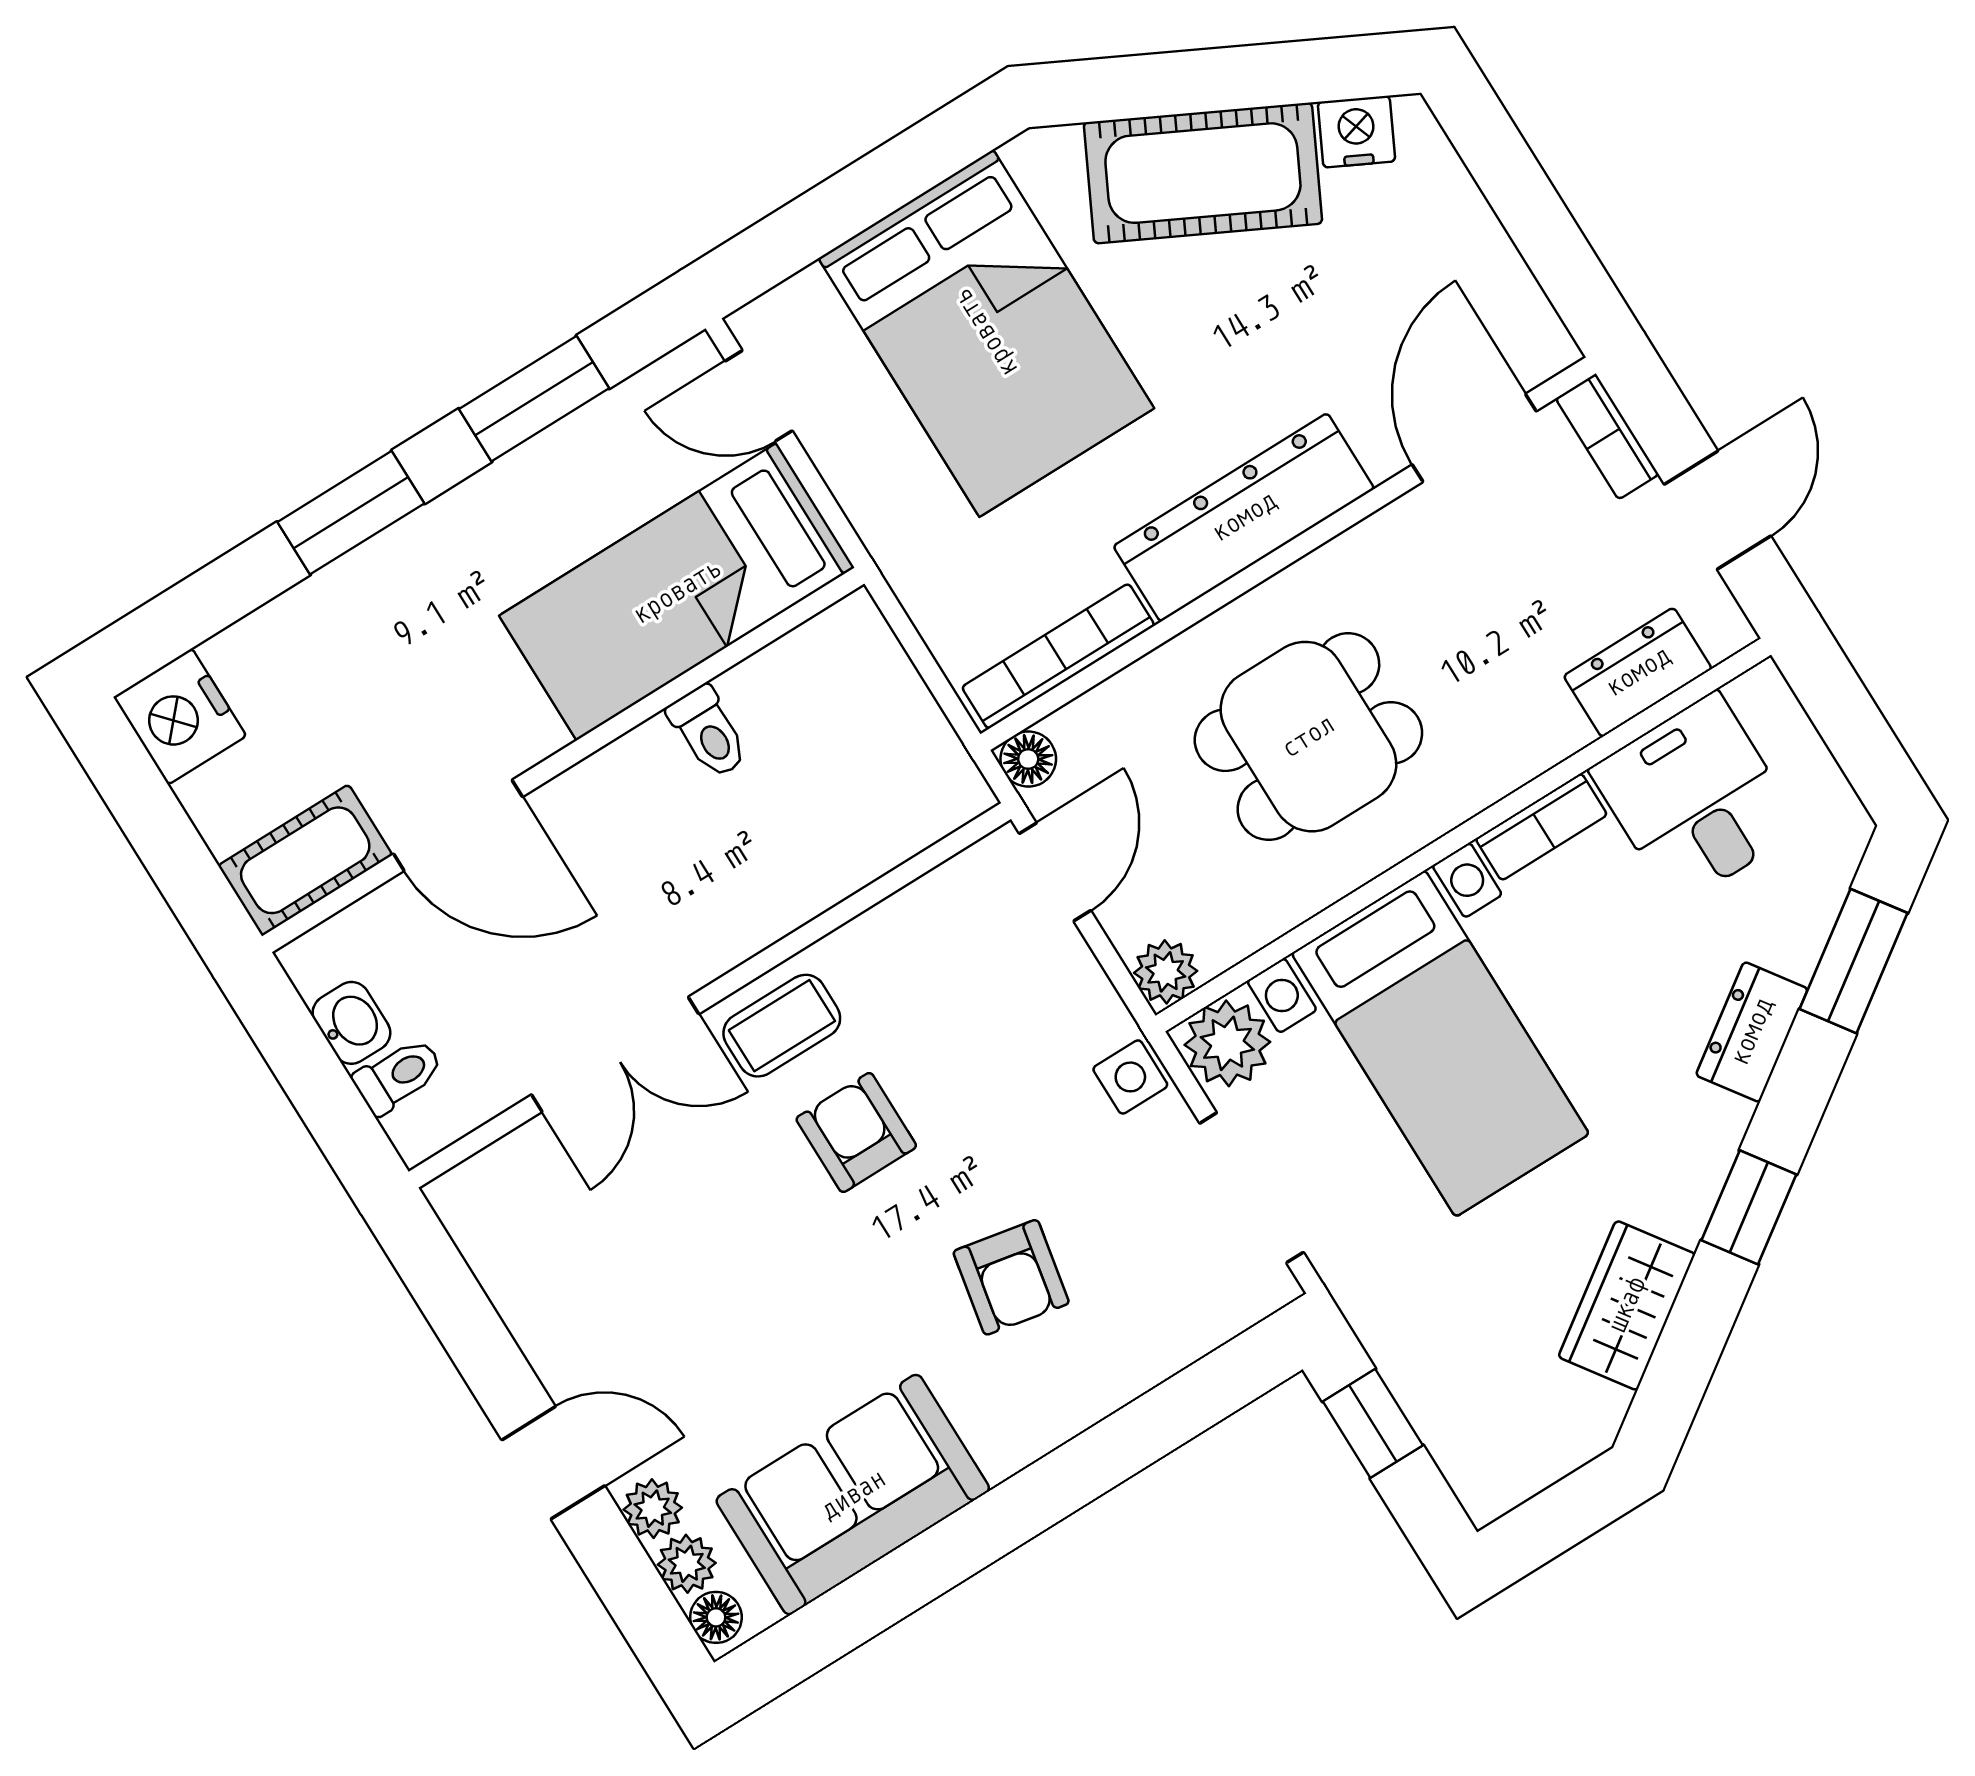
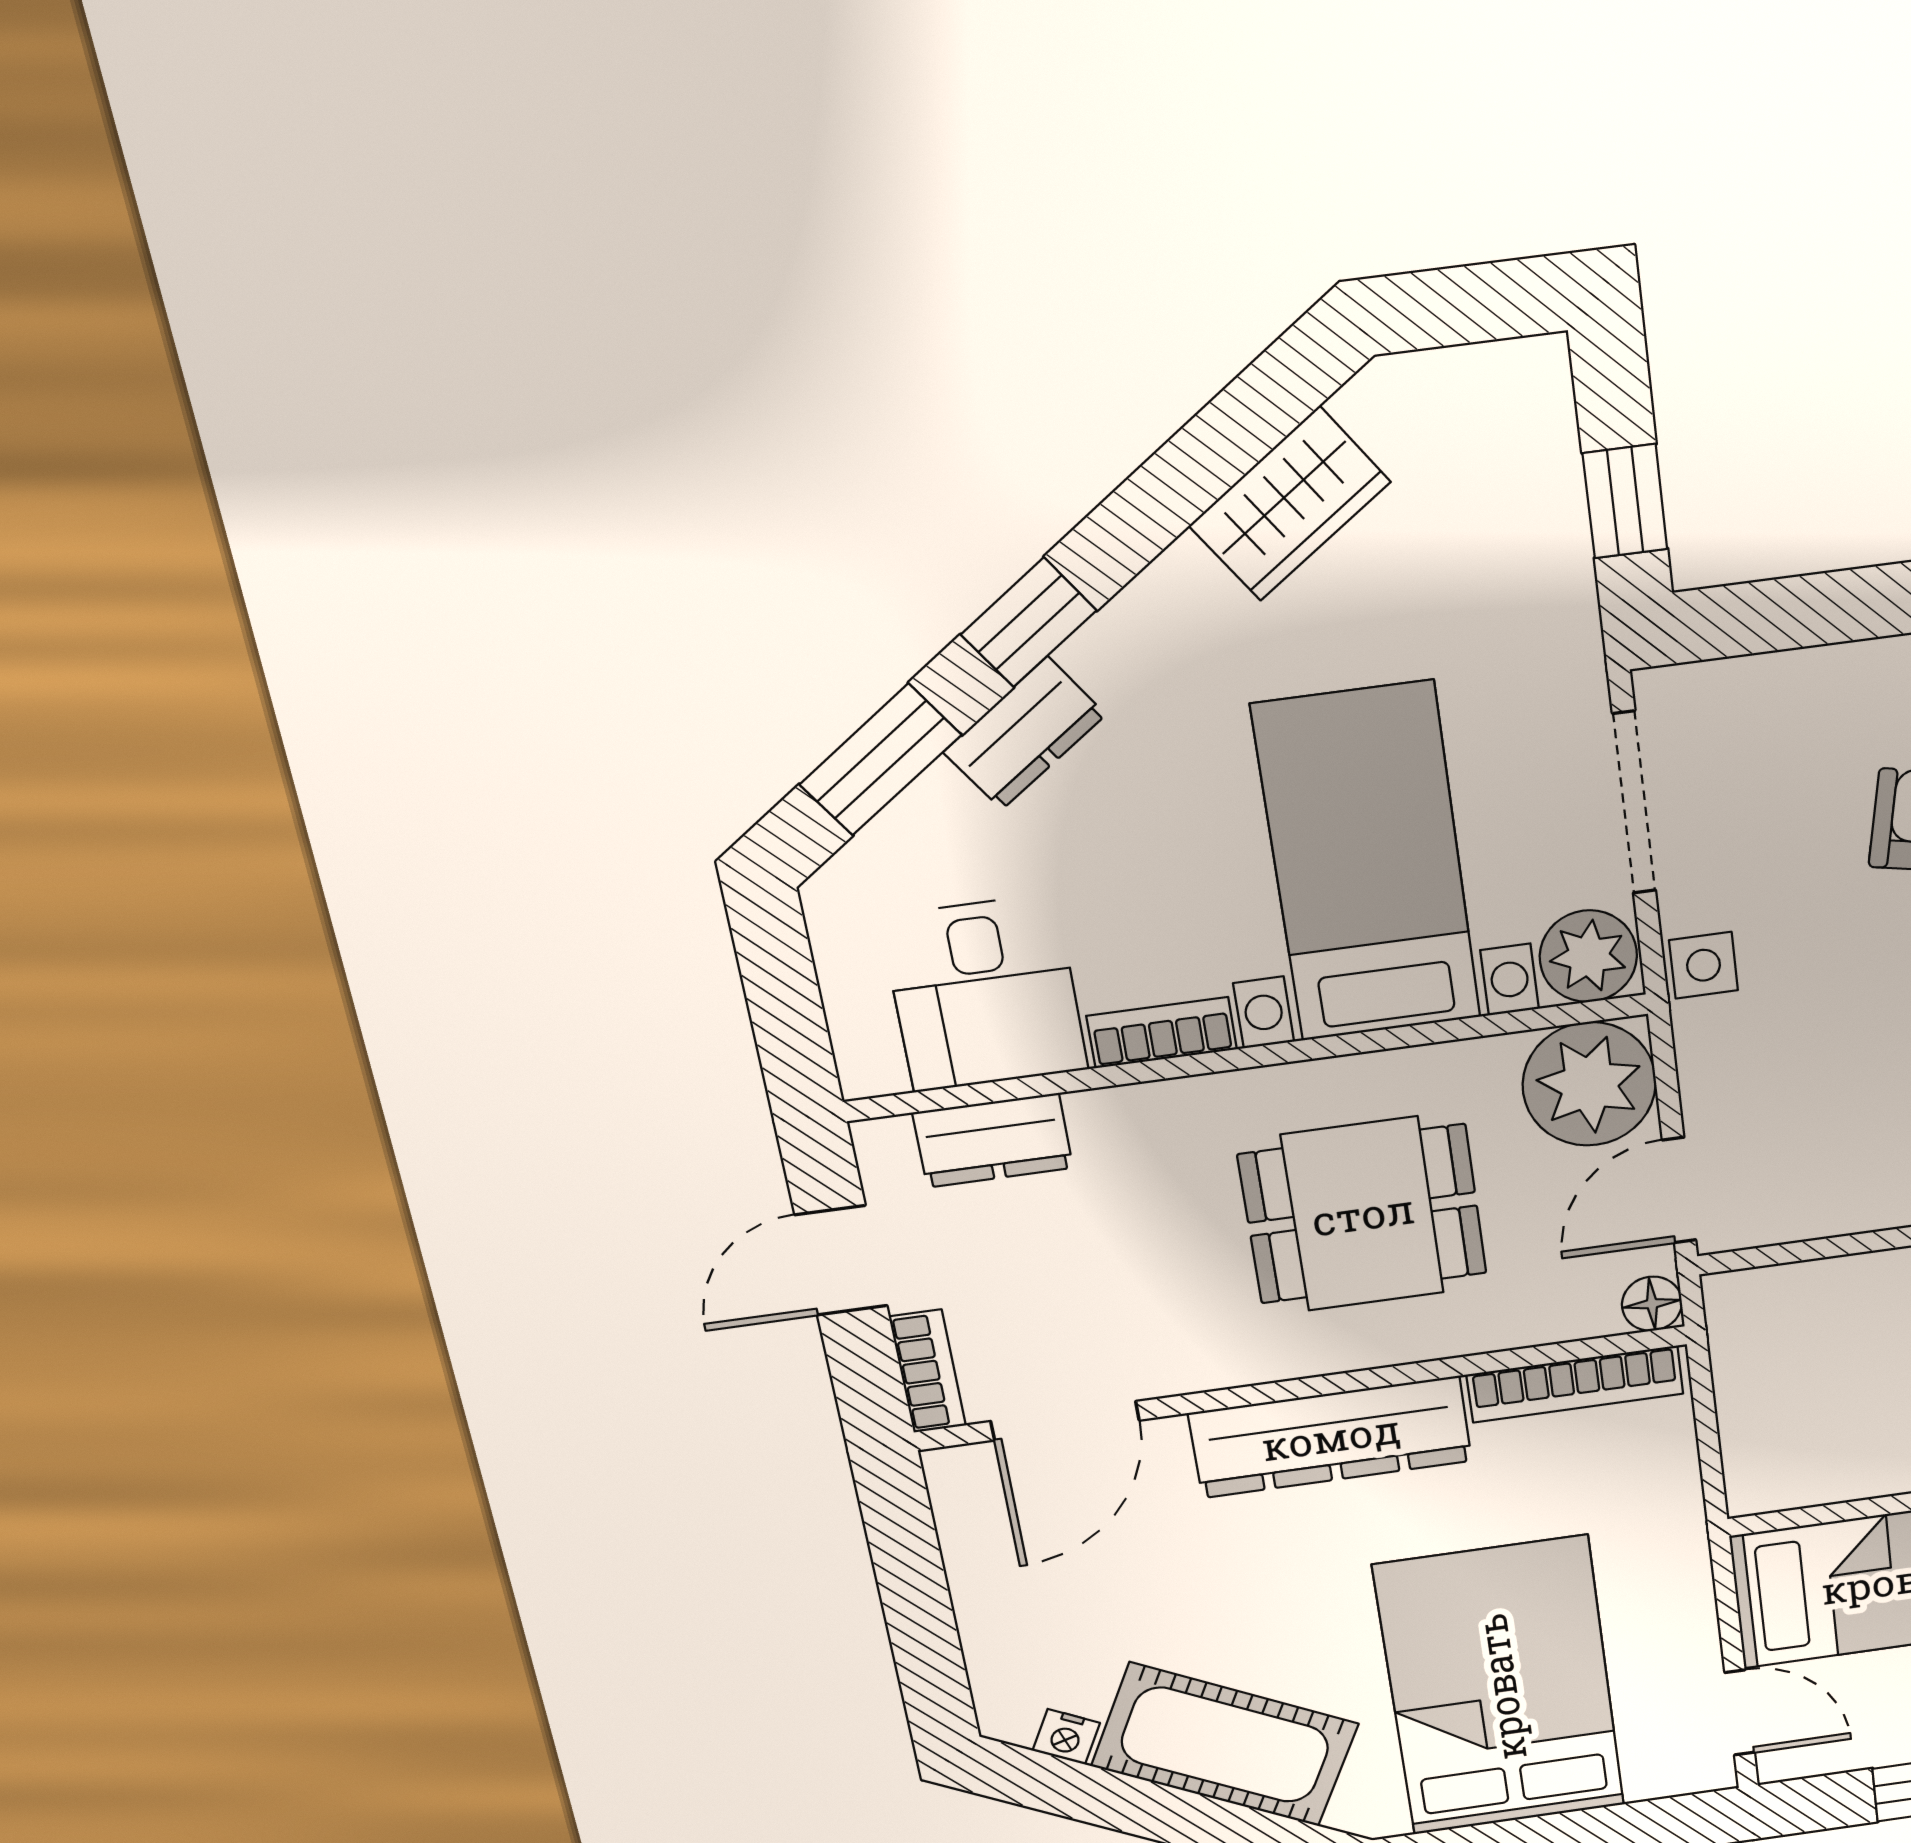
nightstand: (1356, 132) -> (1066, 1737), width x0.72, depth x0.74
plant: (1166, 972) -> (1589, 1084), width x1.88, depth x1.88
window: (1749, 1207) -> (1029, 623), moved

